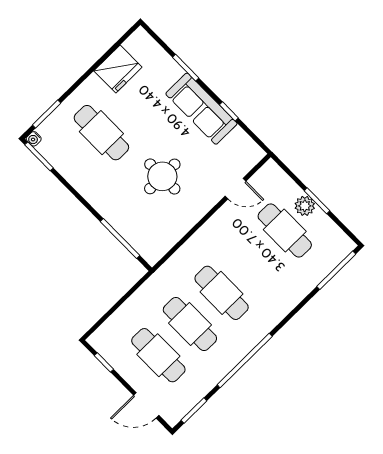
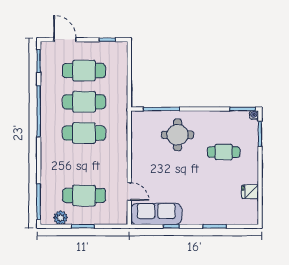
fridge: (118, 69) -> (250, 192), width x0.53, depth x0.75
sofa: (201, 109) -> (156, 214), moved
cafe table: (101, 133) -> (224, 152), width x0.73, depth x0.74
round table: (162, 176) -> (178, 135), moved
door: (235, 189) -> (129, 191), swing flipped
plant: (305, 206) -> (61, 218), moved
door: (146, 405) -> (65, 40), hinge flipped

